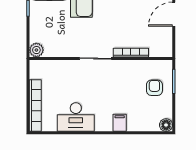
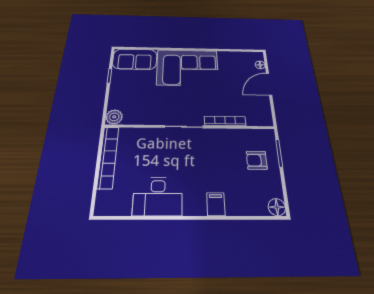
armchair: (154, 88) -> (257, 160), turned -90
bookcase: (35, 106) -> (108, 157), moved

